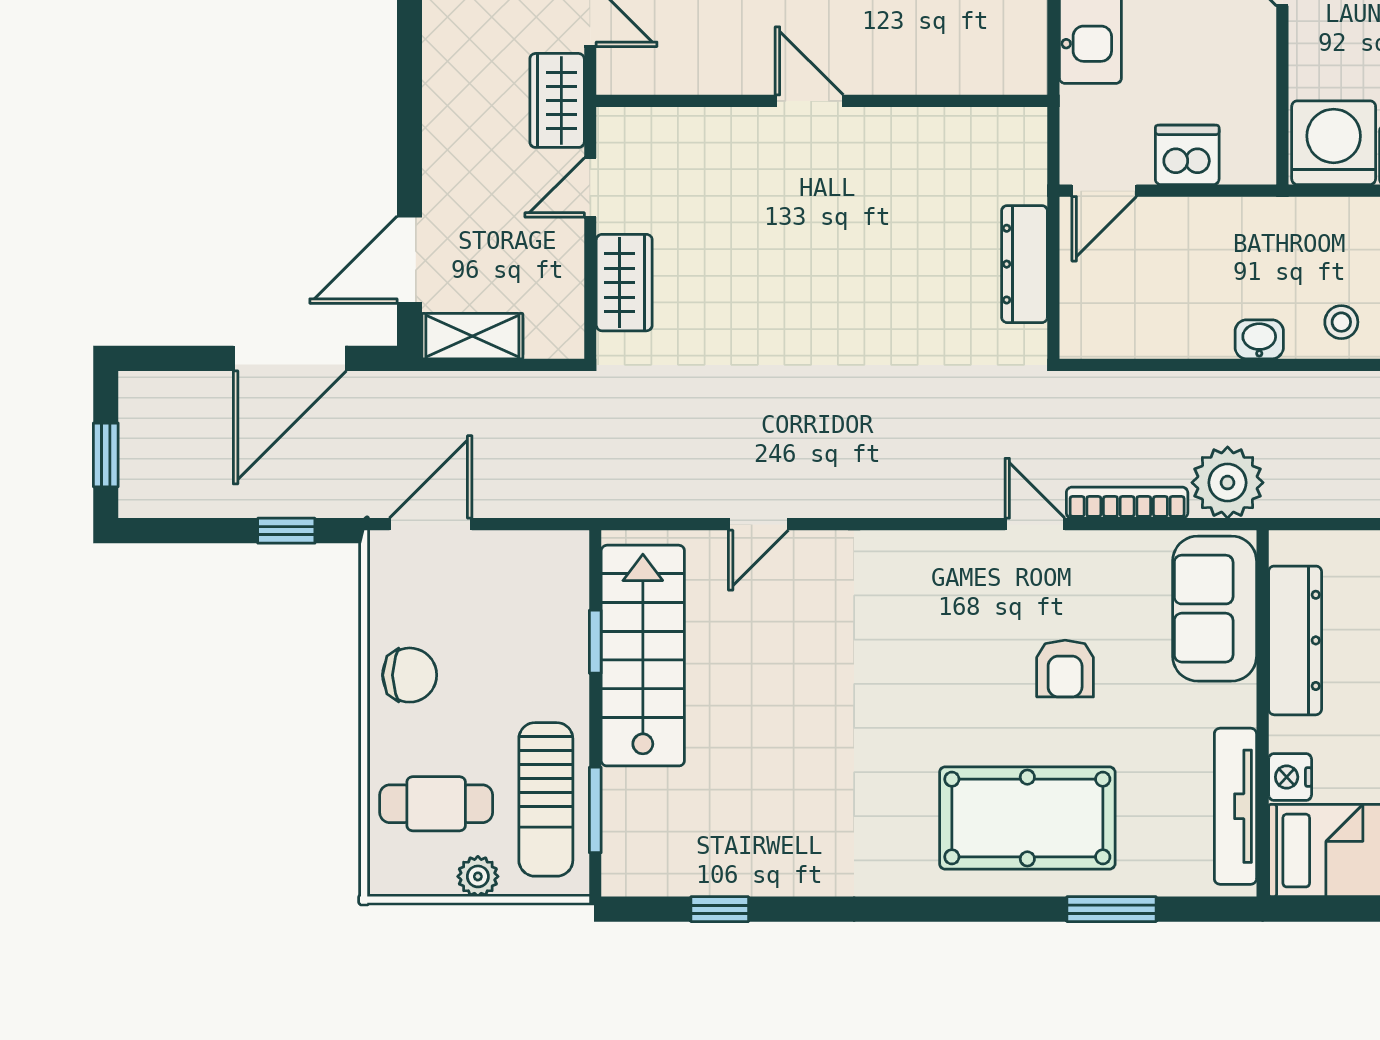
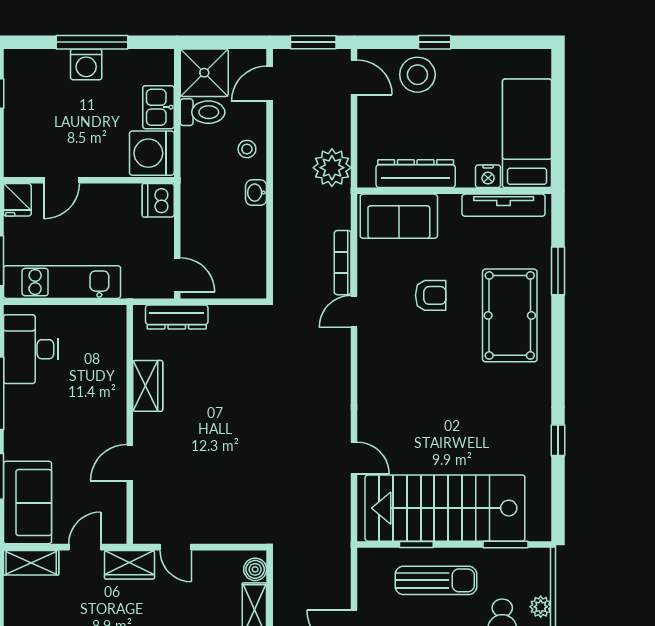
door: (809, 101) -> (130, 463), moved
dishwasher: (1187, 155) -> (158, 200), moved
dresser: (1025, 264) -> (177, 317), moved
wardrobe: (624, 283) -> (148, 386), moved, turned 90
boiler: (548, 338) -> (255, 569), added
plant: (1228, 483) -> (332, 168), moved
stairs: (643, 656) -> (445, 508), width x1.36, depth x1.51
sun lounger: (546, 799) -> (436, 580), moved
window: (720, 909) -> (558, 440), moved

